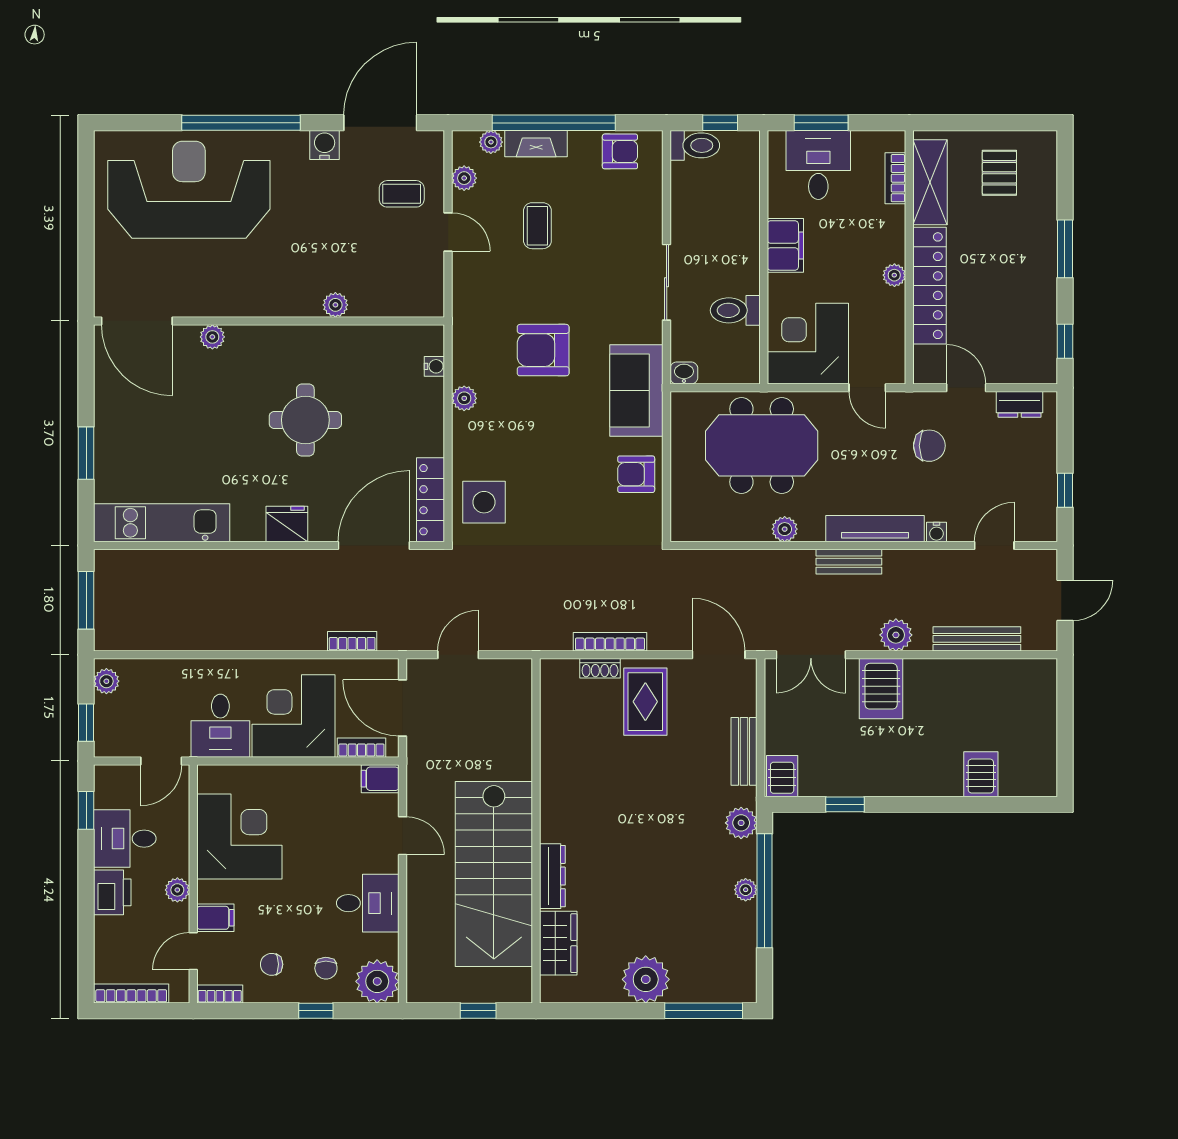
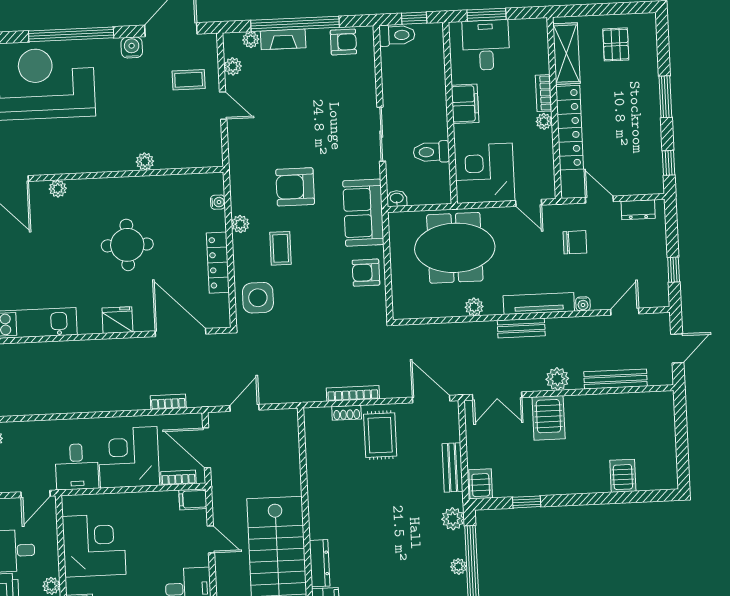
bookcase: (895, 178) -> (544, 93), moved
coffee table: (537, 226) -> (281, 248), moved
locker: (430, 500) -> (218, 263), moved
door: (374, 546) -> (180, 333), hinge flipped

